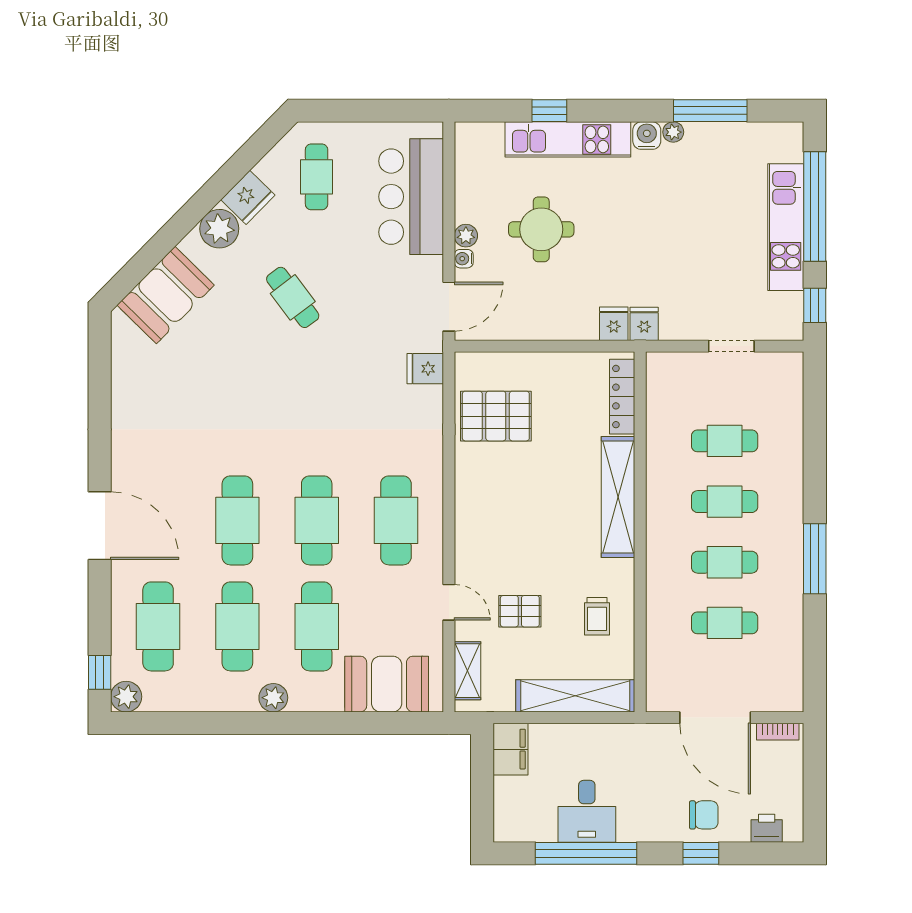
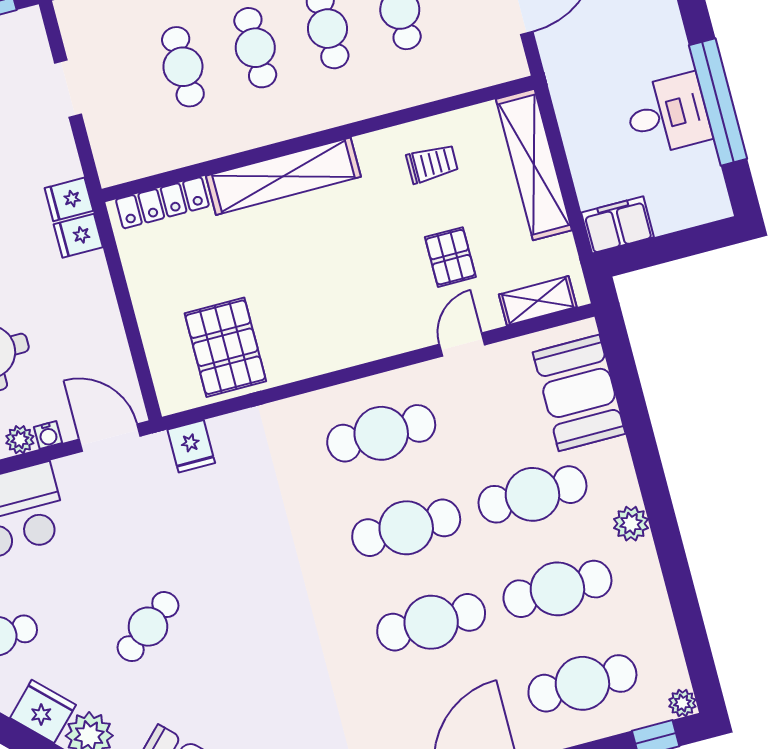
plant: (126, 697) -> (682, 703), width x0.73, depth x0.73

